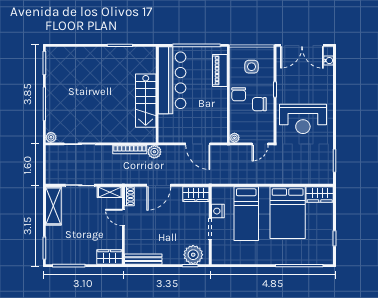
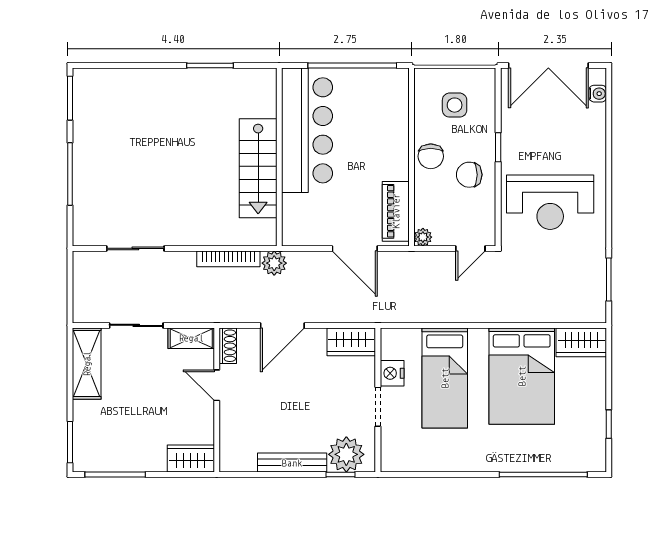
piano: (220, 70) -> (396, 211), moved
plant: (51, 137) -> (82, 236), removed
bench: (143, 259) -> (292, 463), moved

